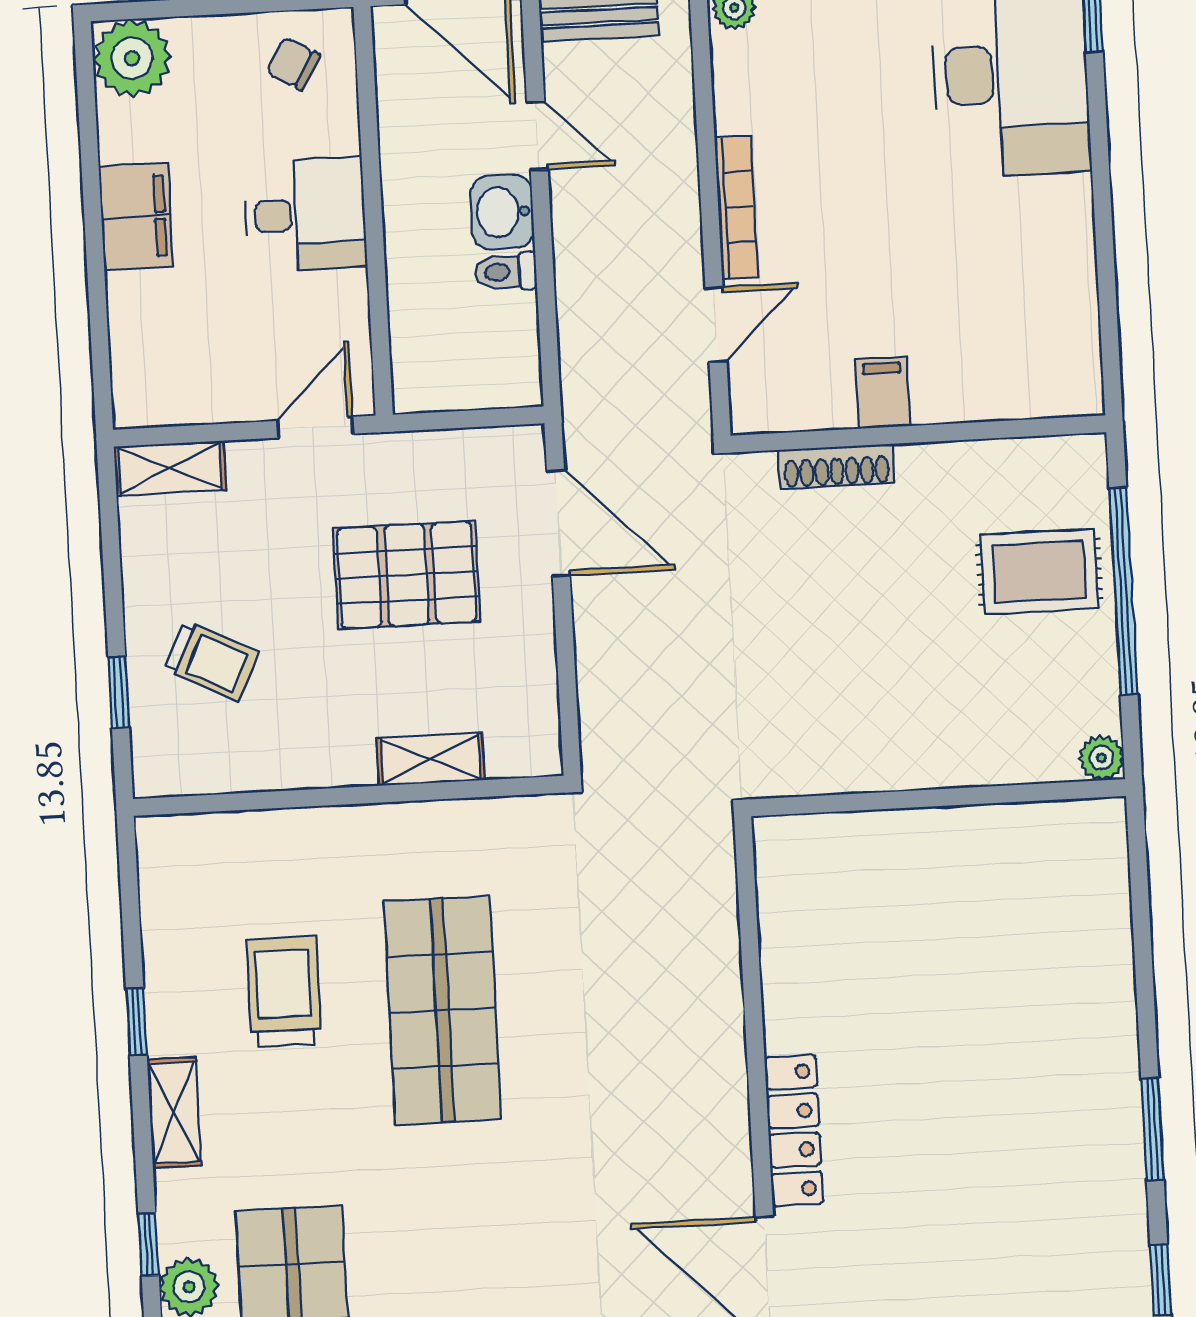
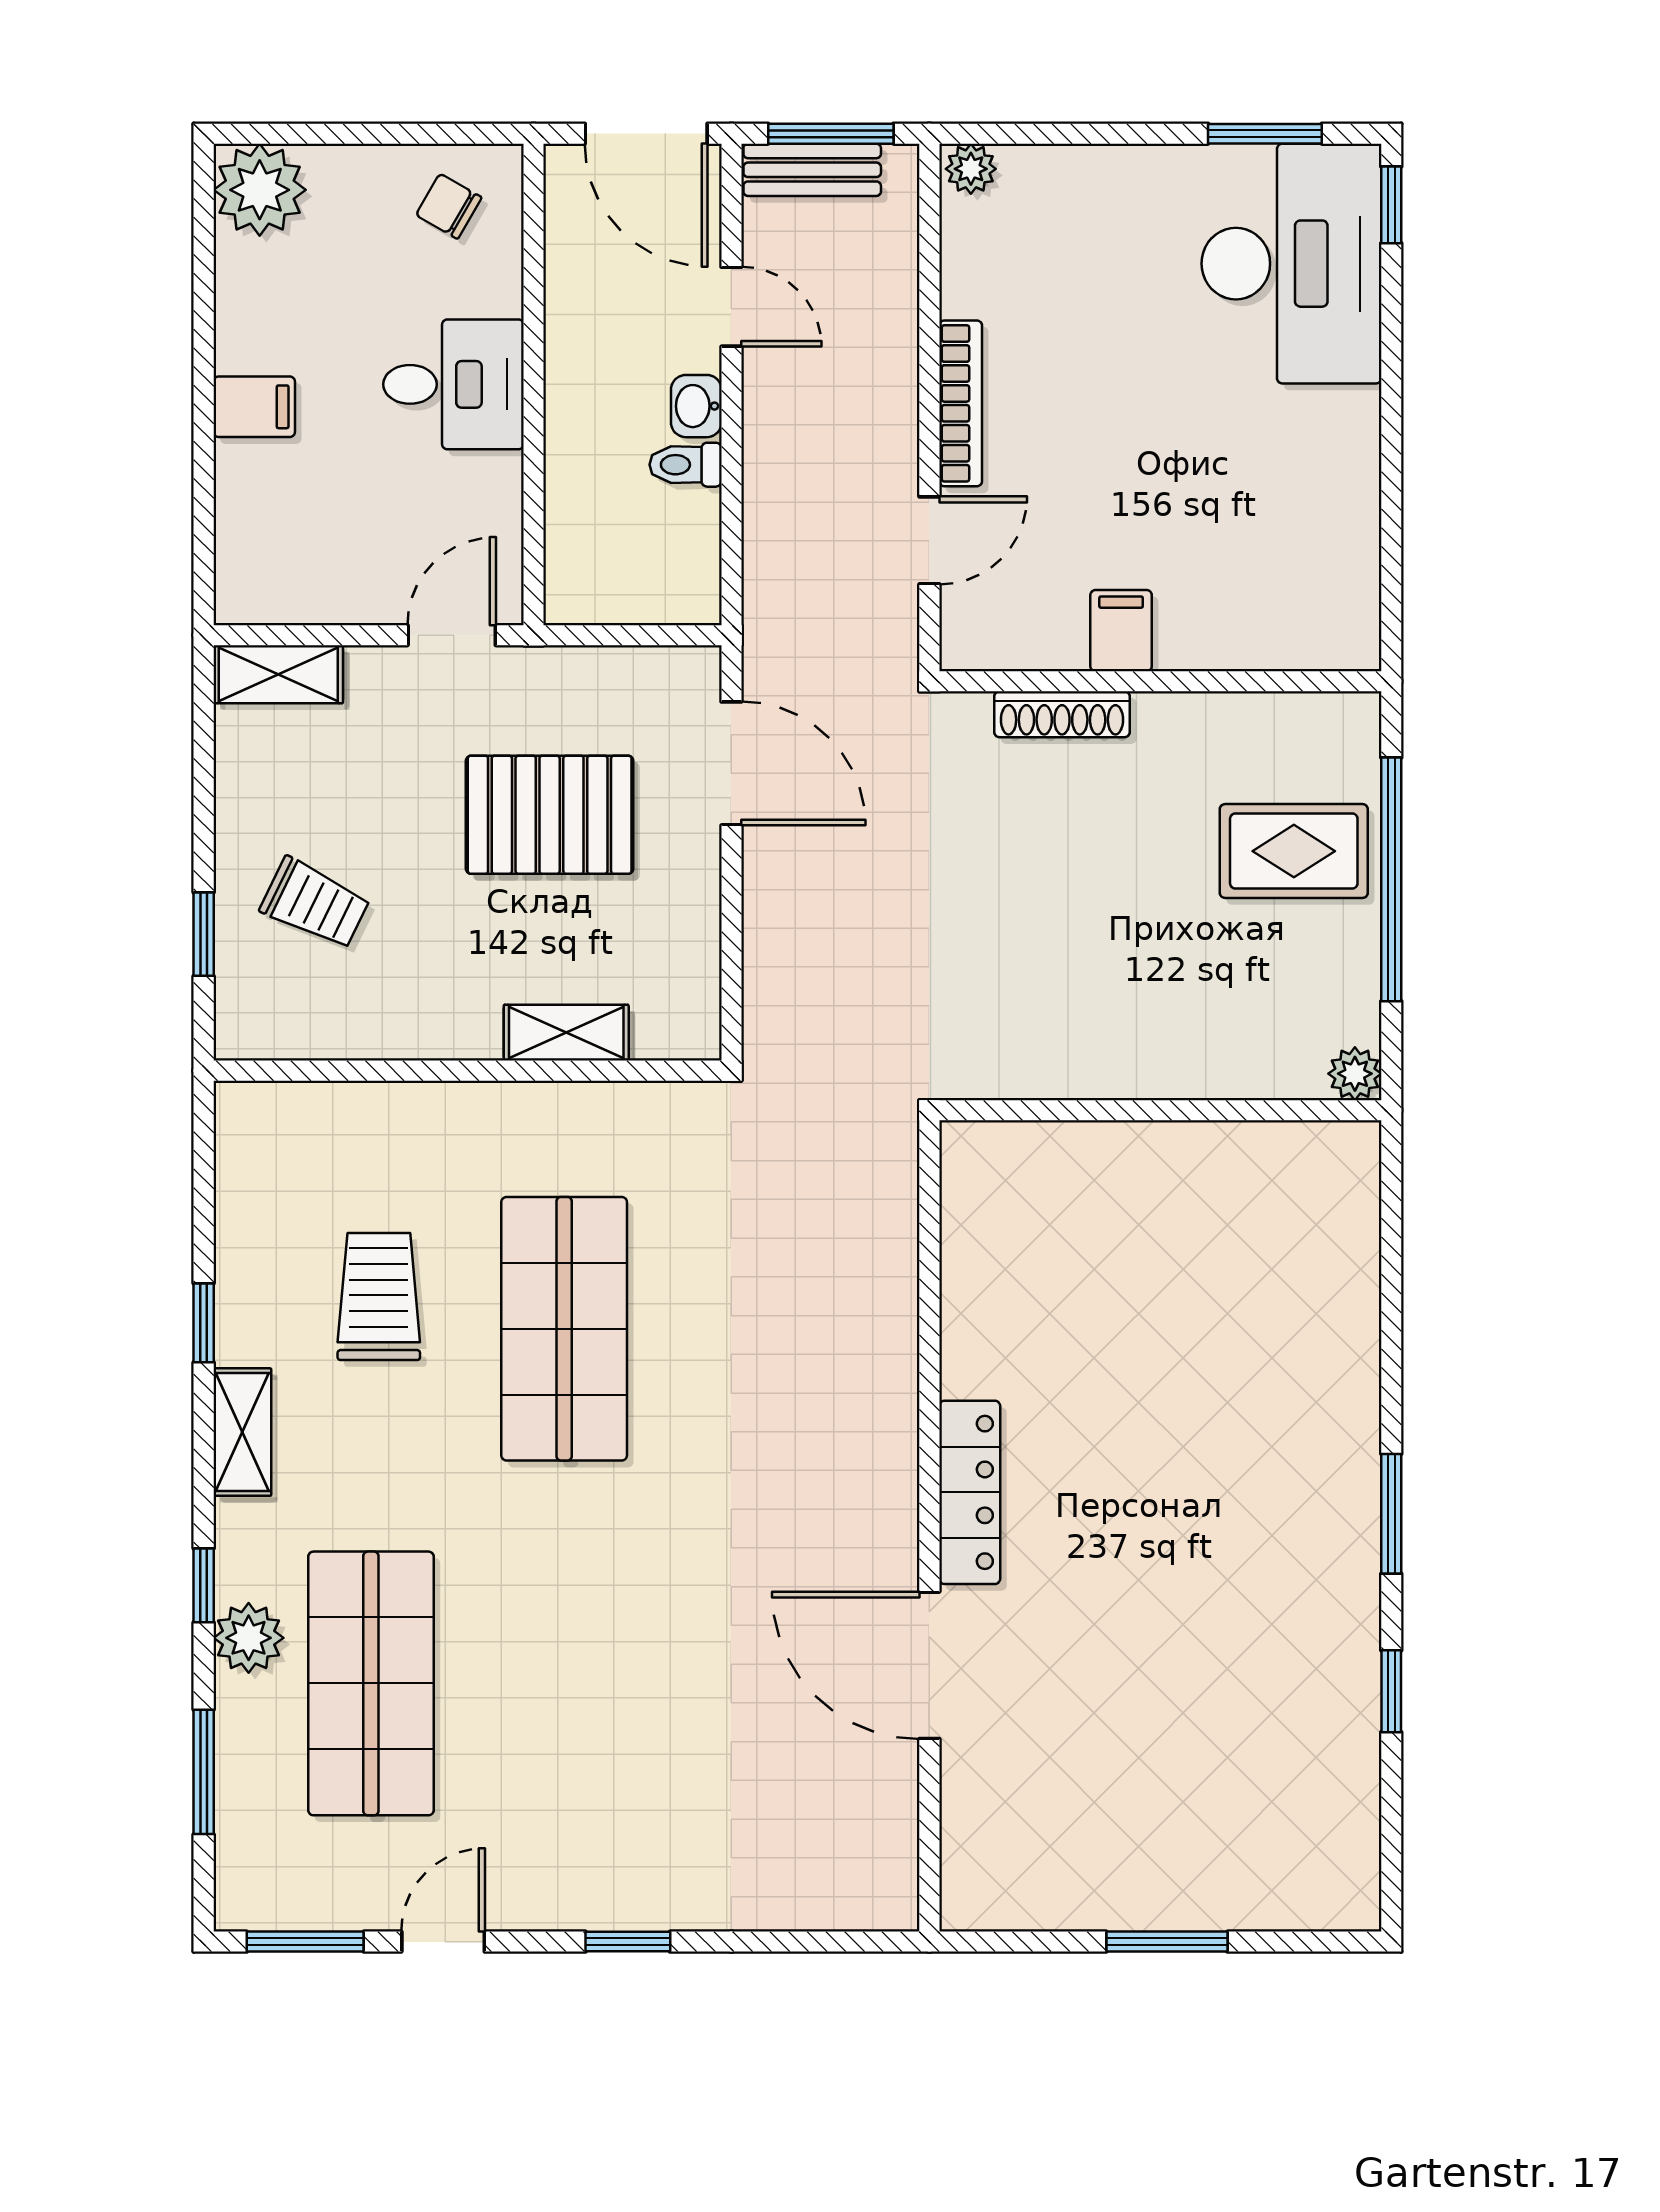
washbasin: (502, 212) -> (696, 406), width x0.72, depth x0.69
filing cabinet: (136, 217) -> (254, 407), width x0.50

